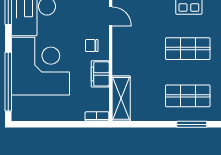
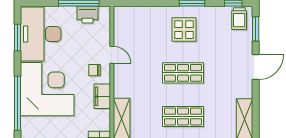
door: (111, 16) -> (112, 55), moved

